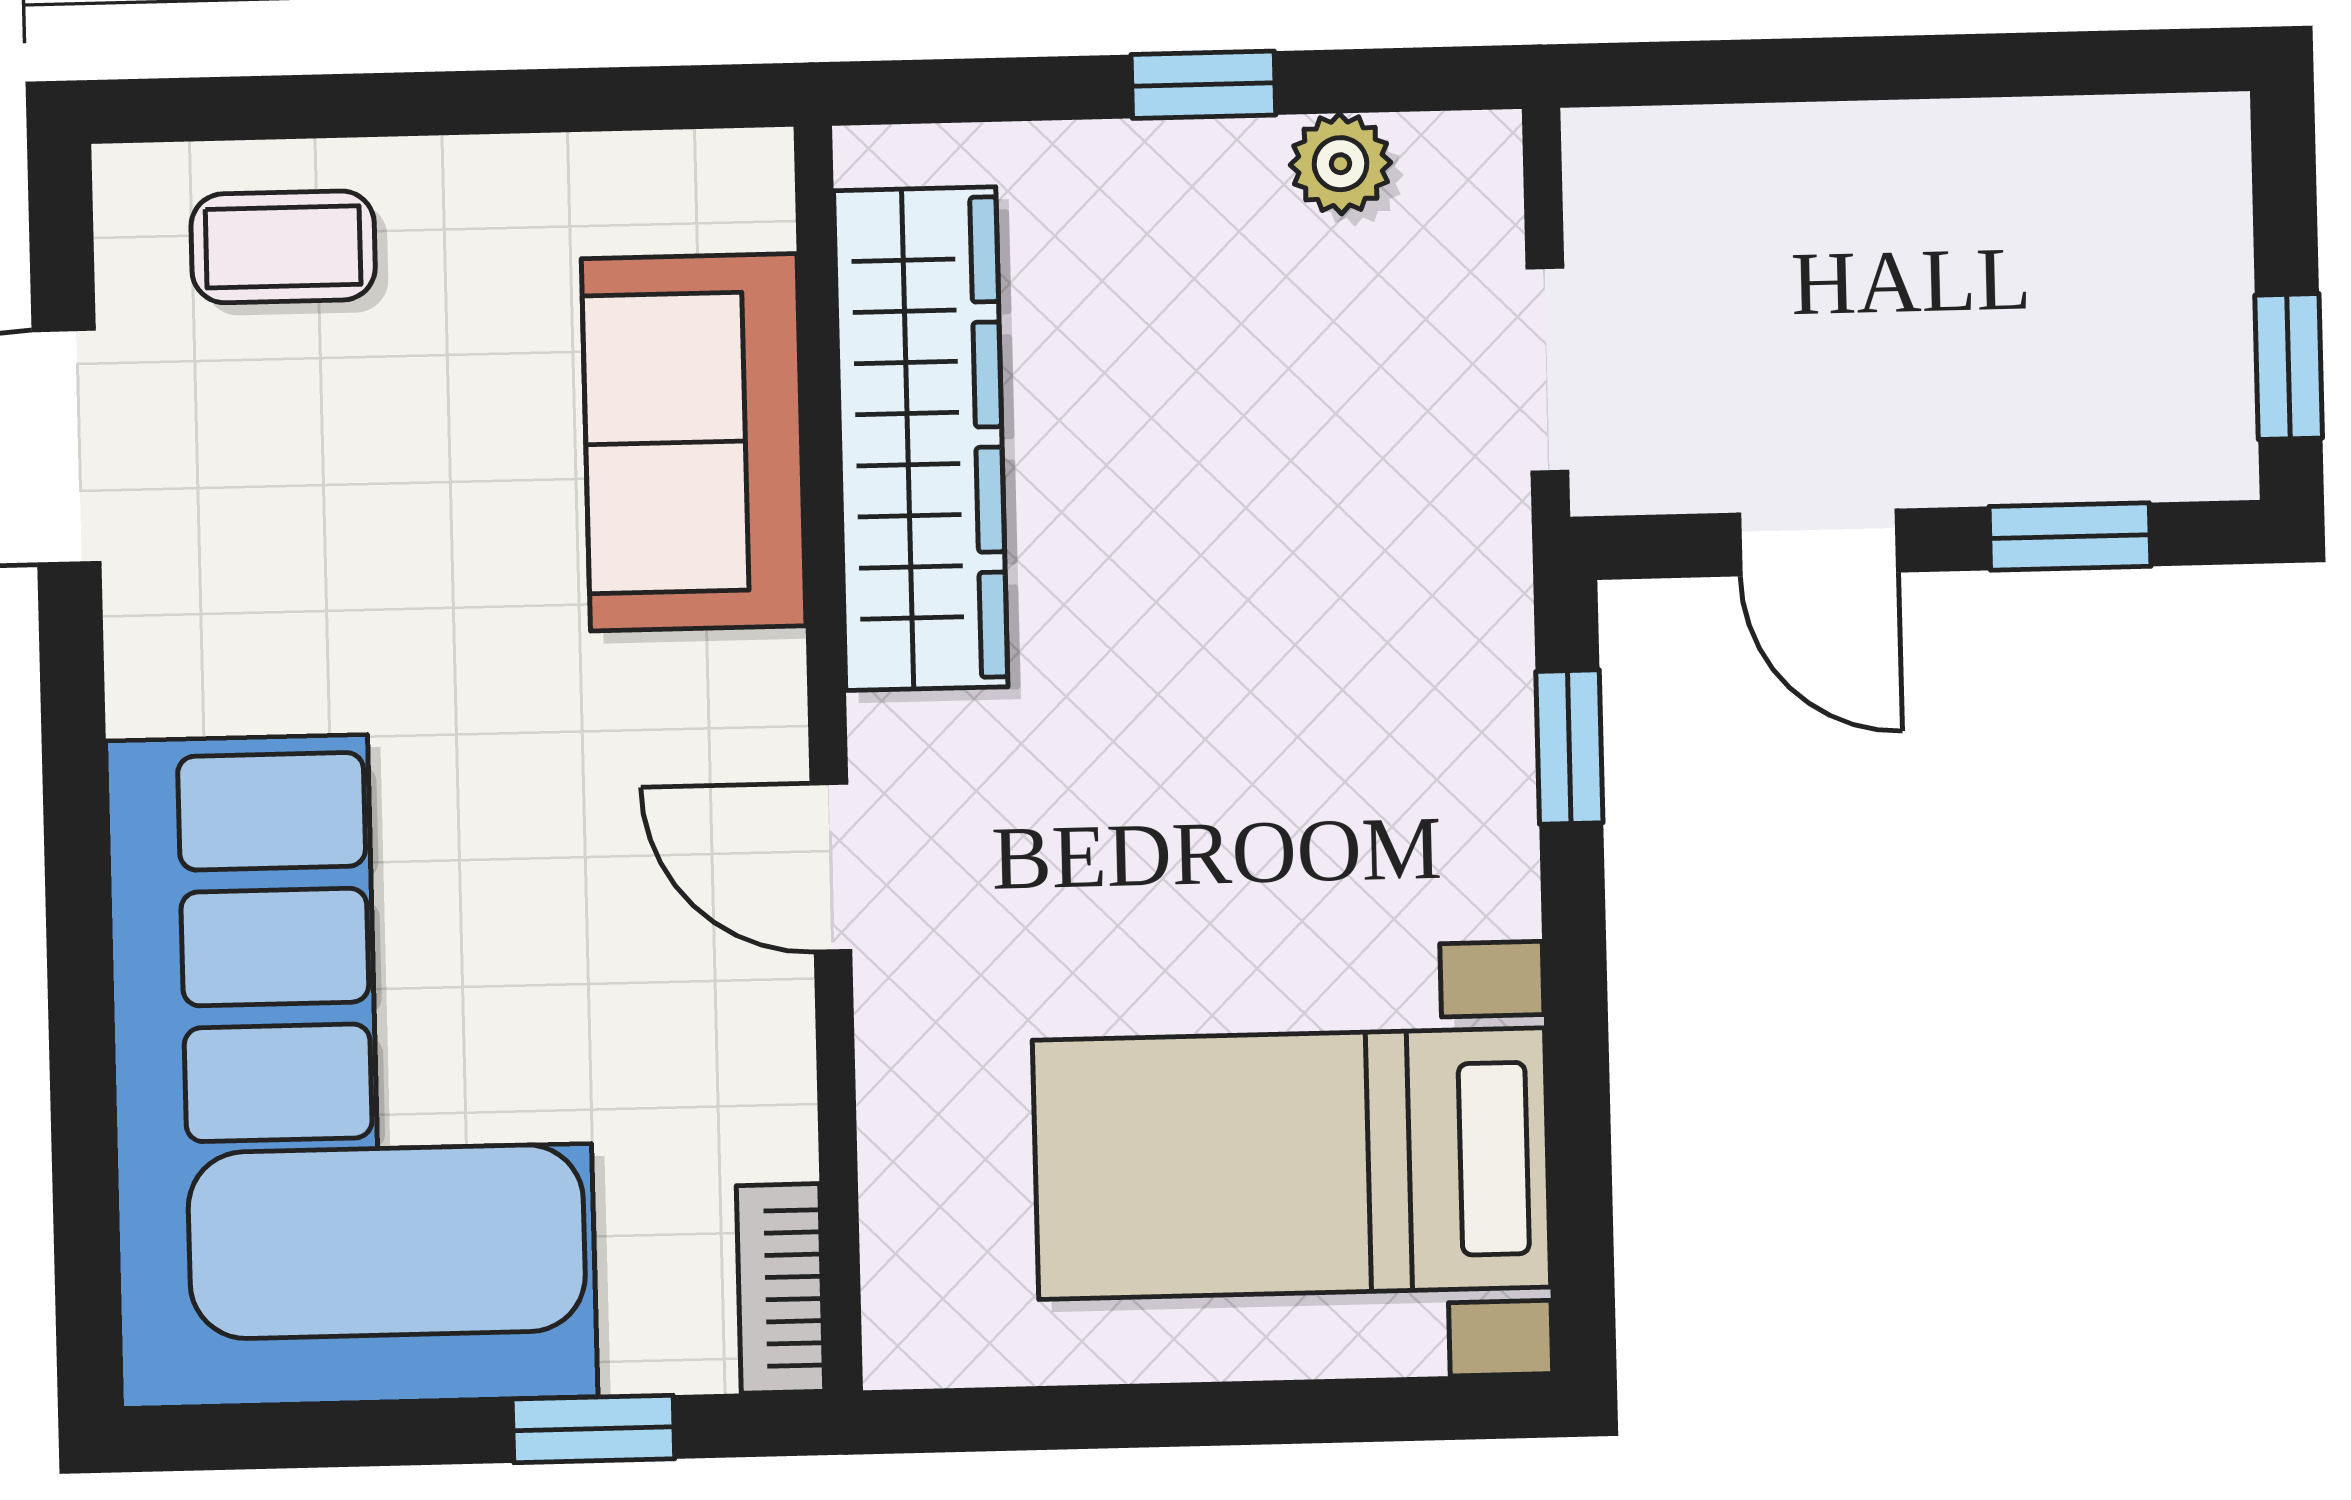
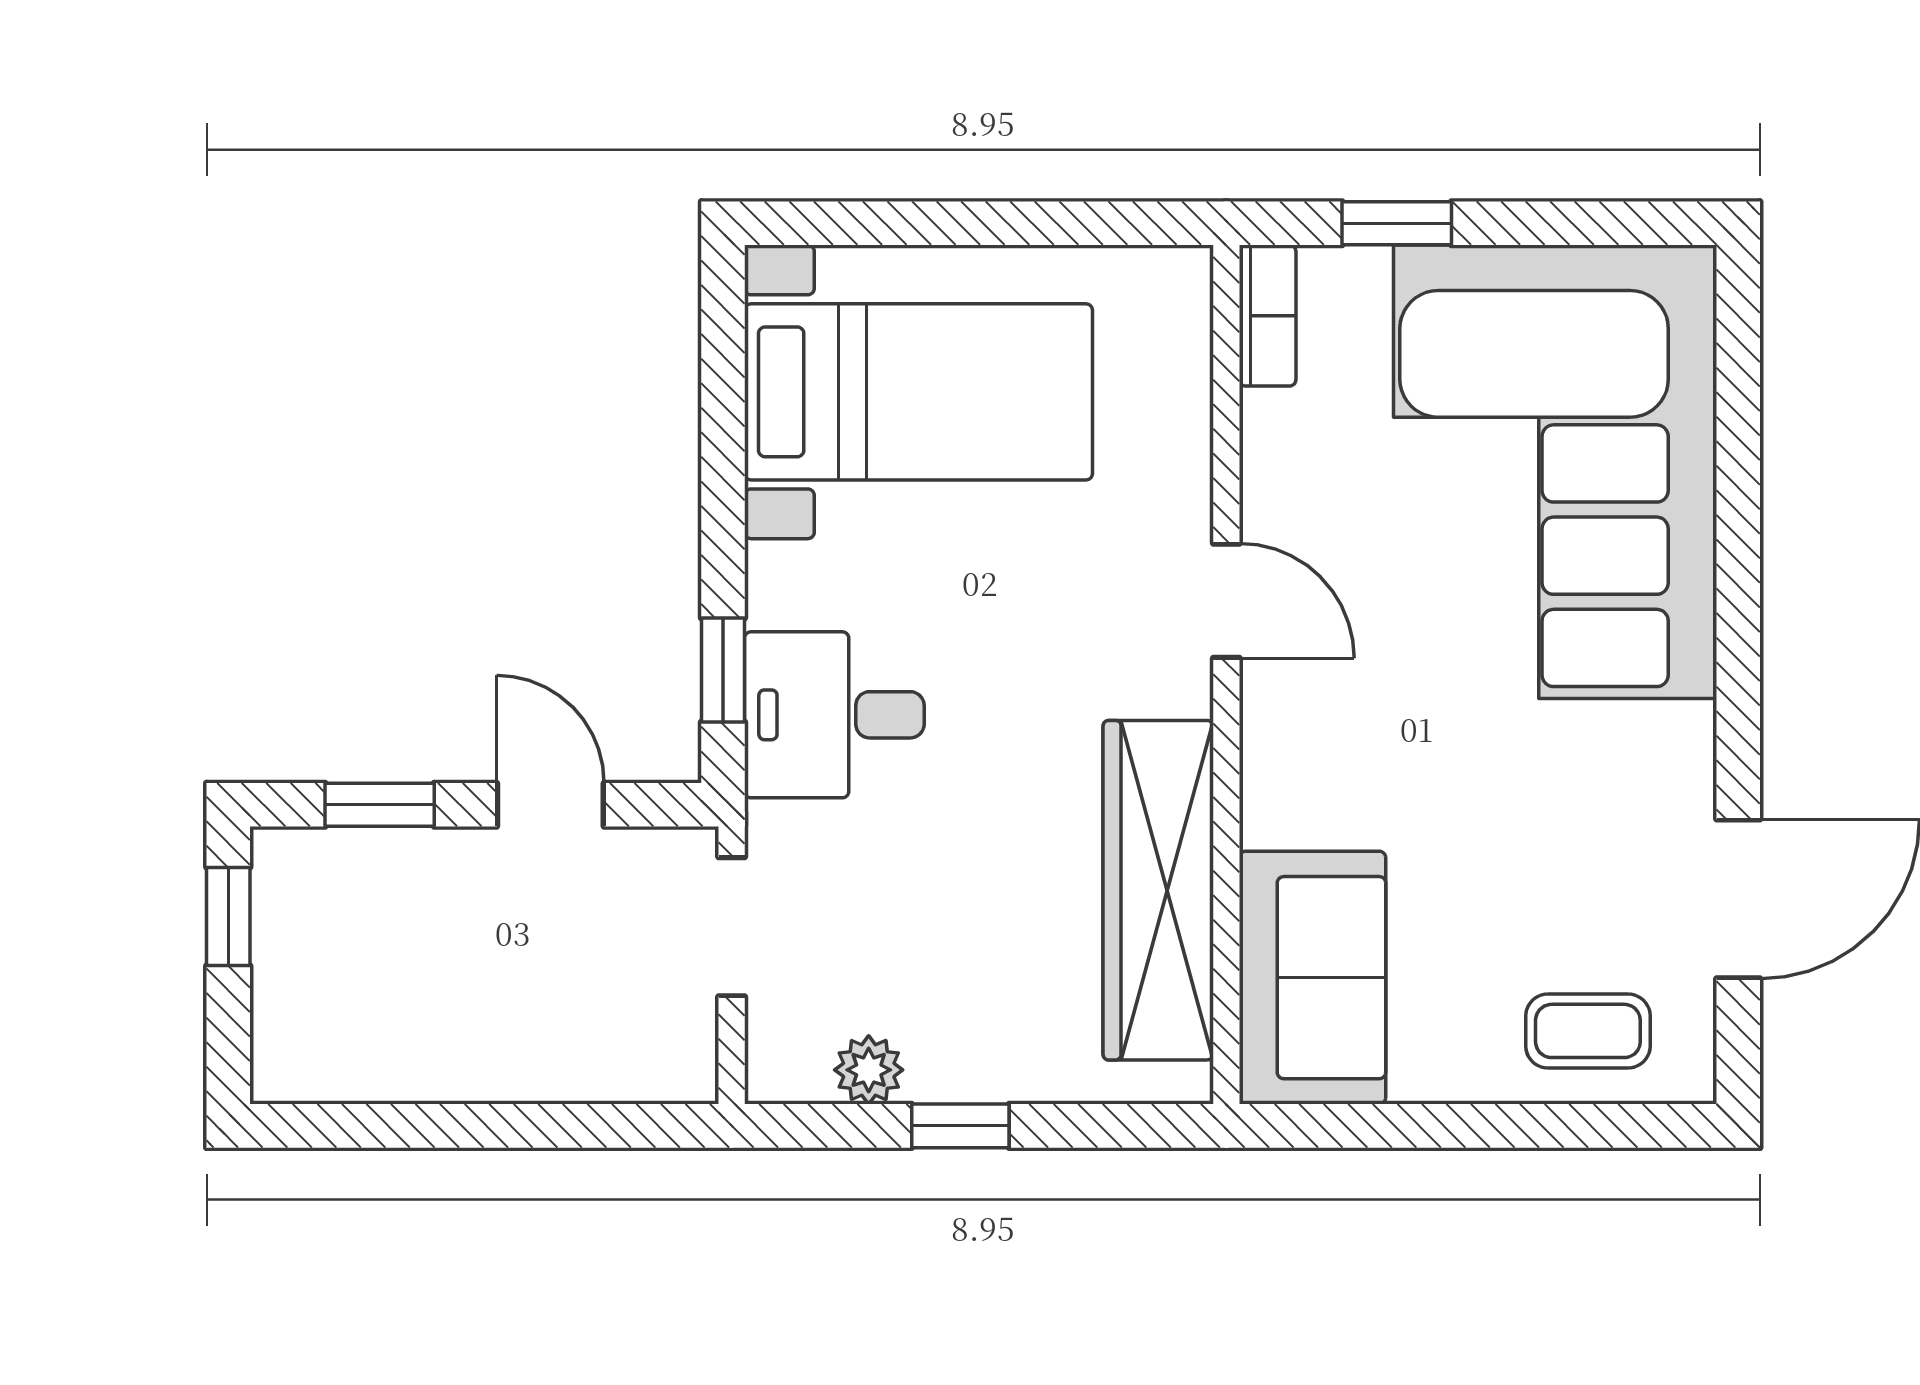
sofa: (694, 442) -> (1312, 978), moved
desk: (1404, 685) -> (834, 715), added

